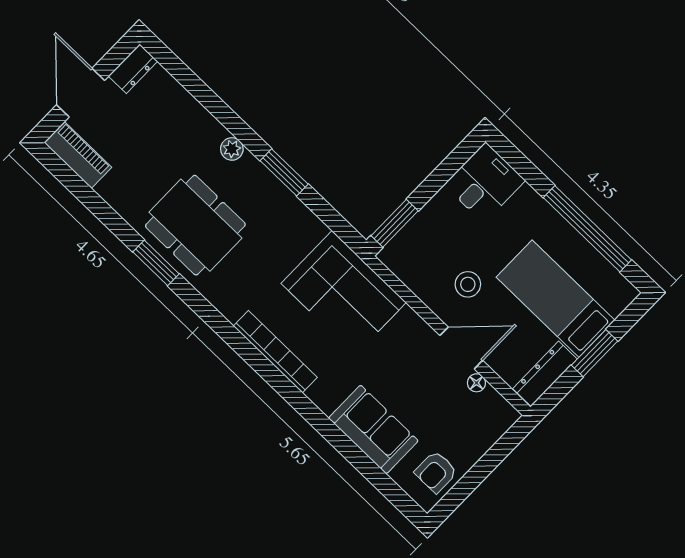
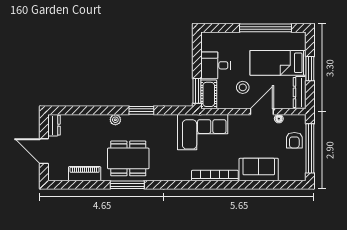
piano: (78, 155) -> (85, 174), moved
desk: (485, 183) -> (215, 65), moved, turned -90
cot: (407, 246) -> (209, 94), added
window: (156, 263) -> (127, 185), width x1.44
bookcase: (275, 352) -> (215, 175), moved
armchair: (436, 472) -> (294, 140), moved
window: (480, 472) -> (310, 148), added

